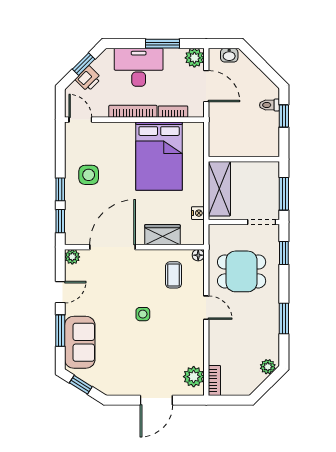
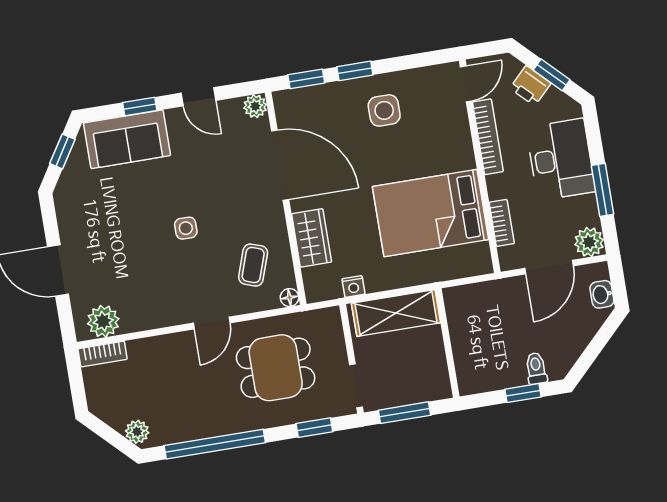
bookcase: (133, 111) -> (488, 137), moved
dining table: (242, 271) -> (276, 368), turned 90
coffee table: (174, 275) -> (253, 265), turned -71
window: (284, 318) -> (215, 444), width x2.11
window: (60, 331) -> (140, 106), width x0.67

